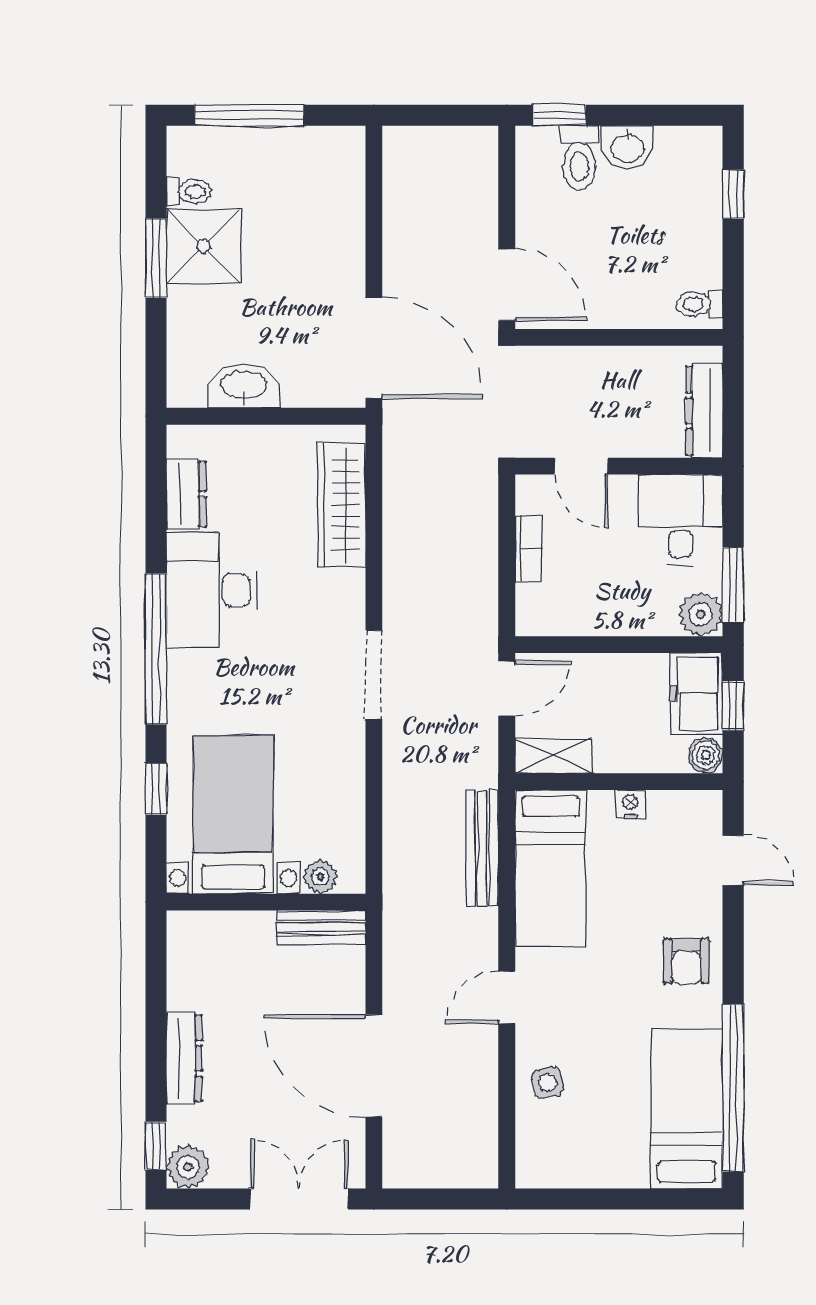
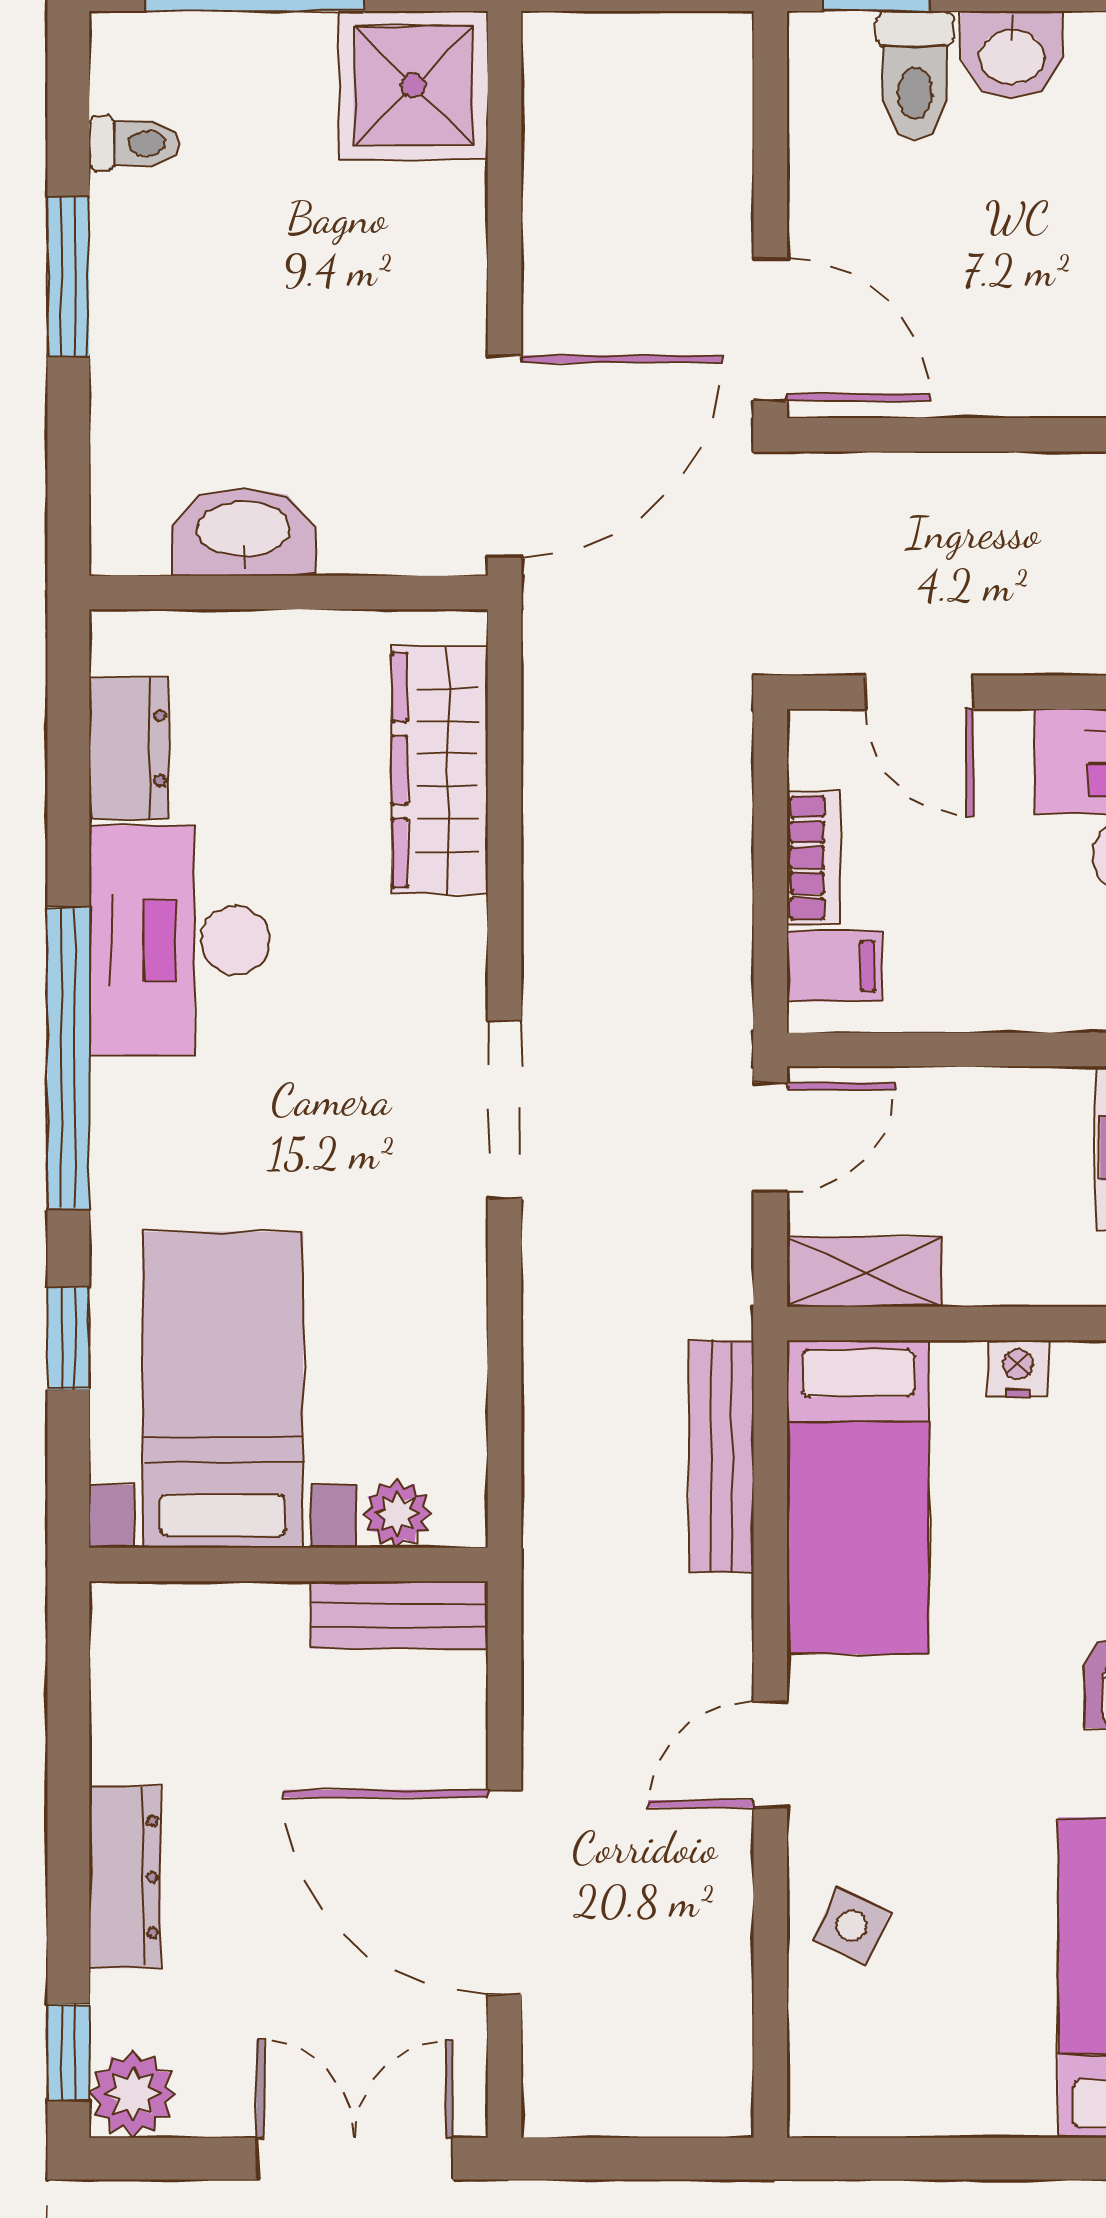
shower: (204, 246) -> (413, 86), moved
door: (374, 348) -> (505, 456), hinge flipped
filing cabinet: (539, 603) -> (834, 966), added
side table: (547, 1083) -> (852, 1926), turned 36

